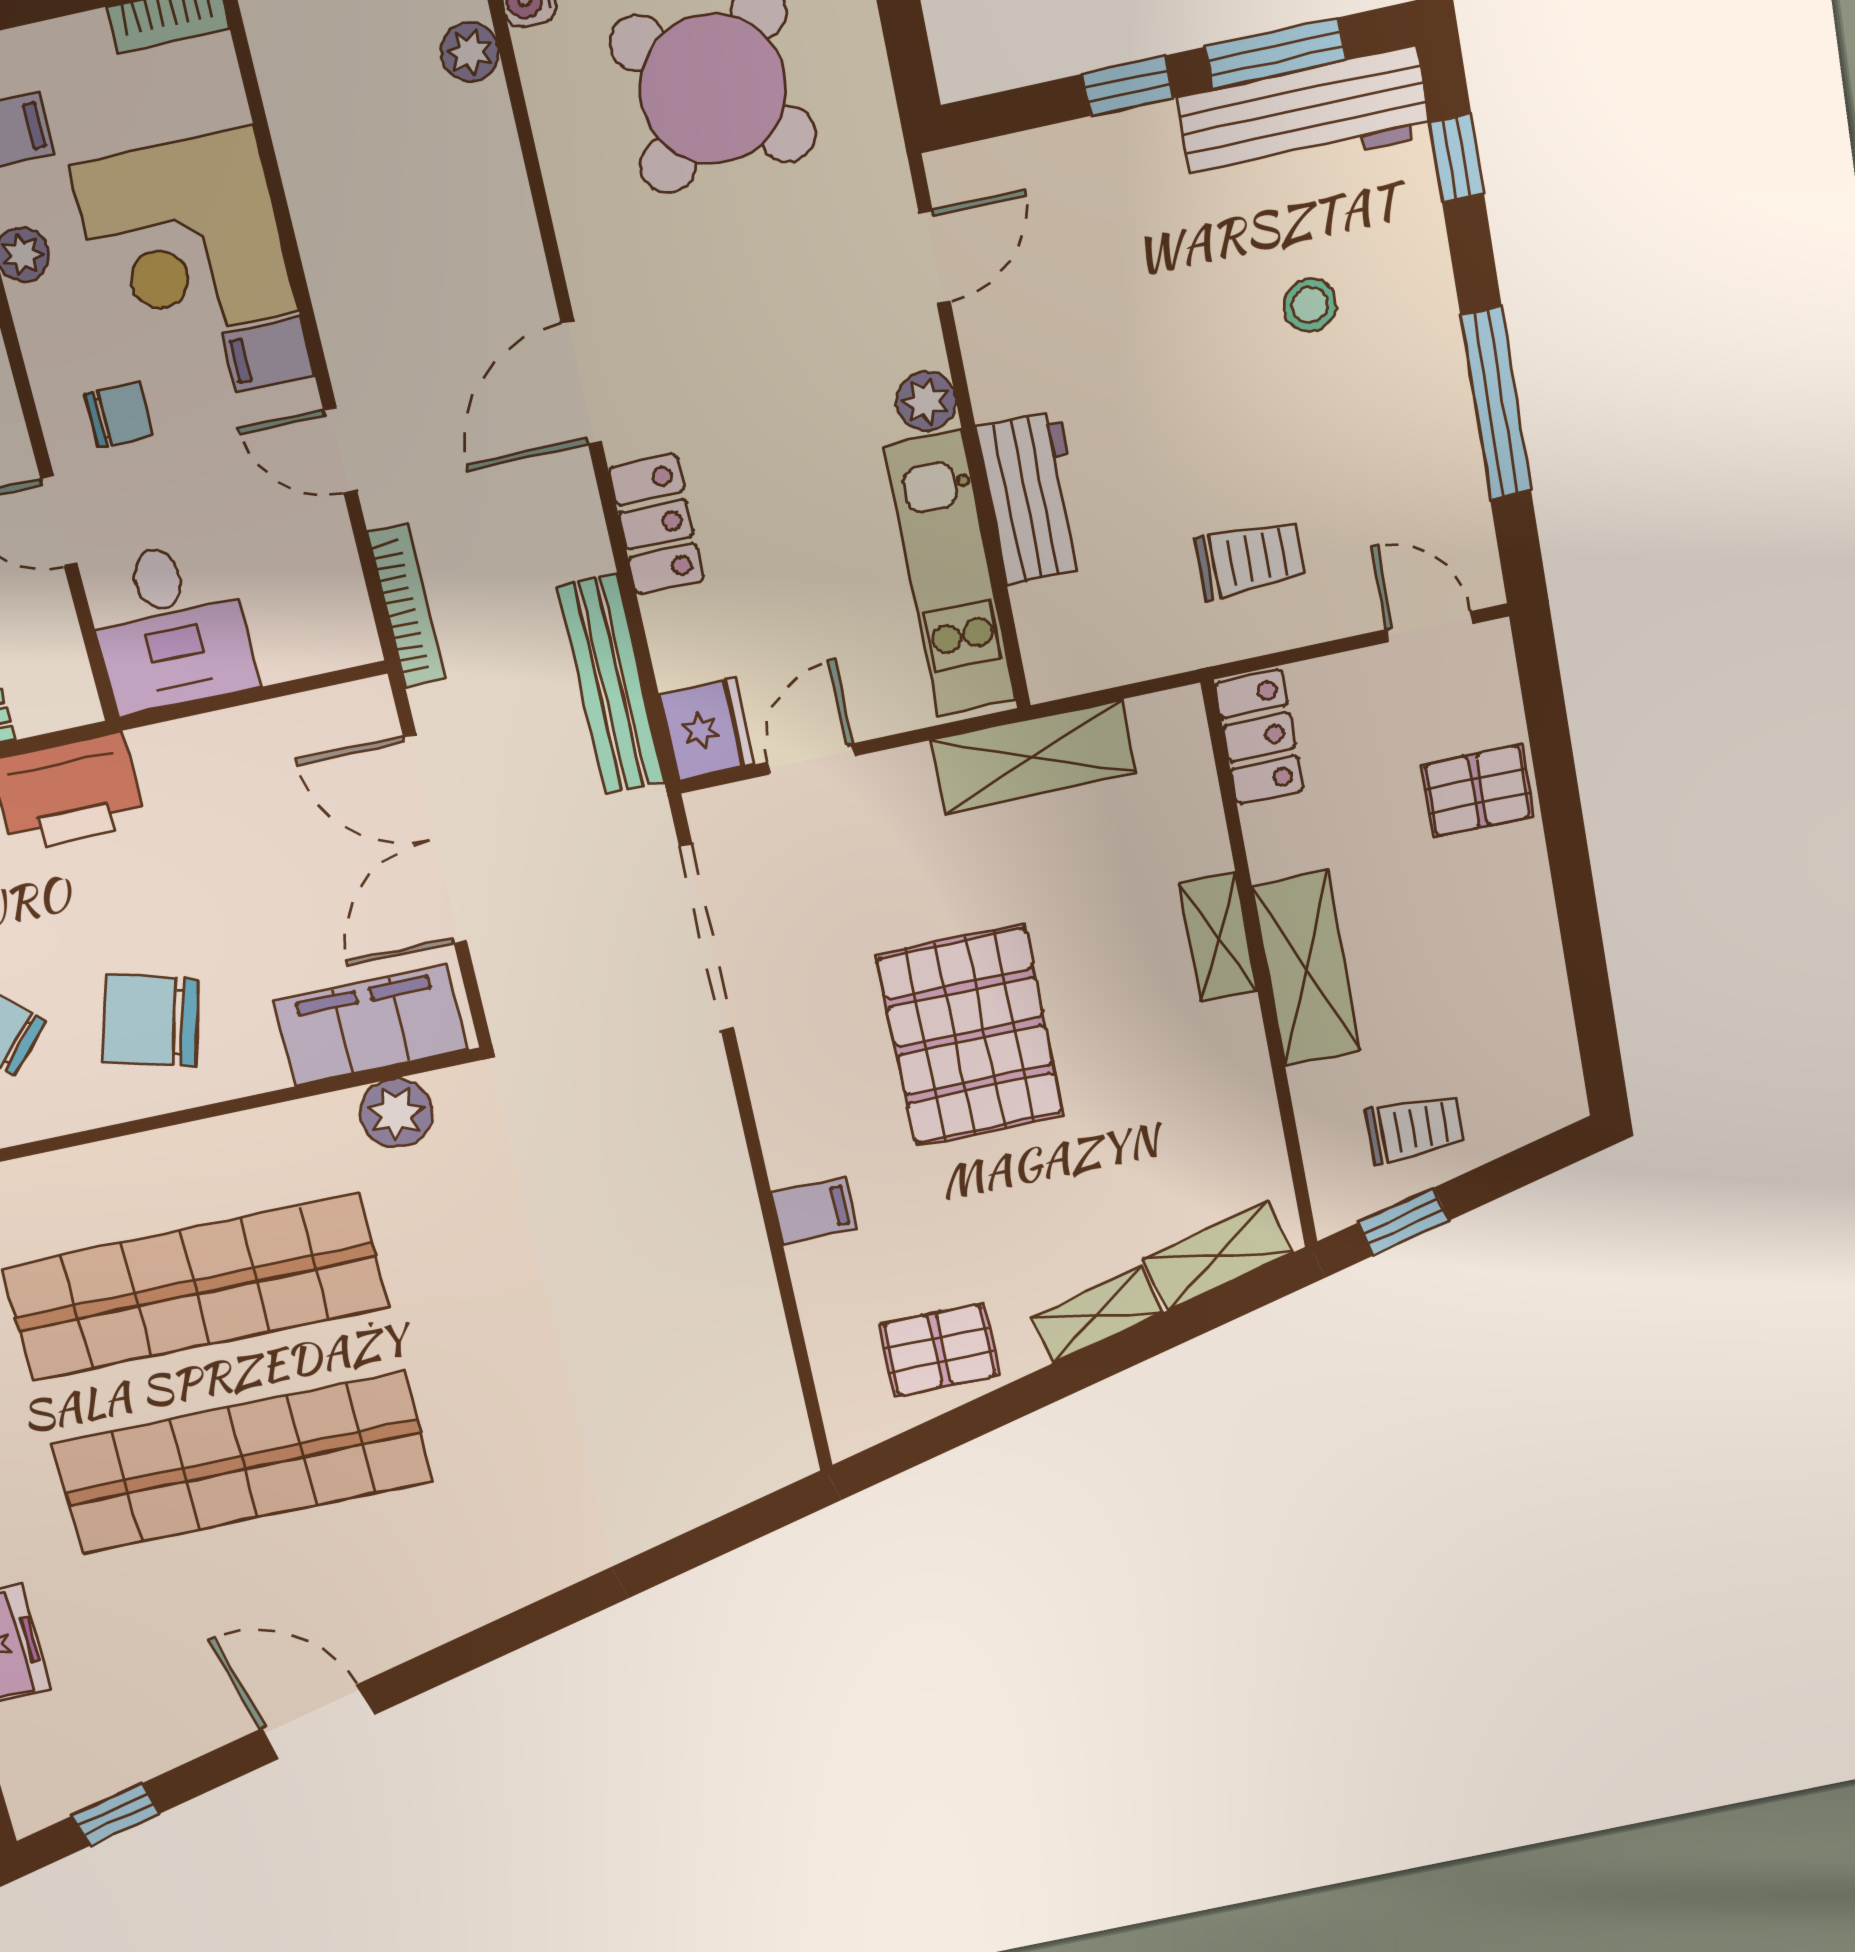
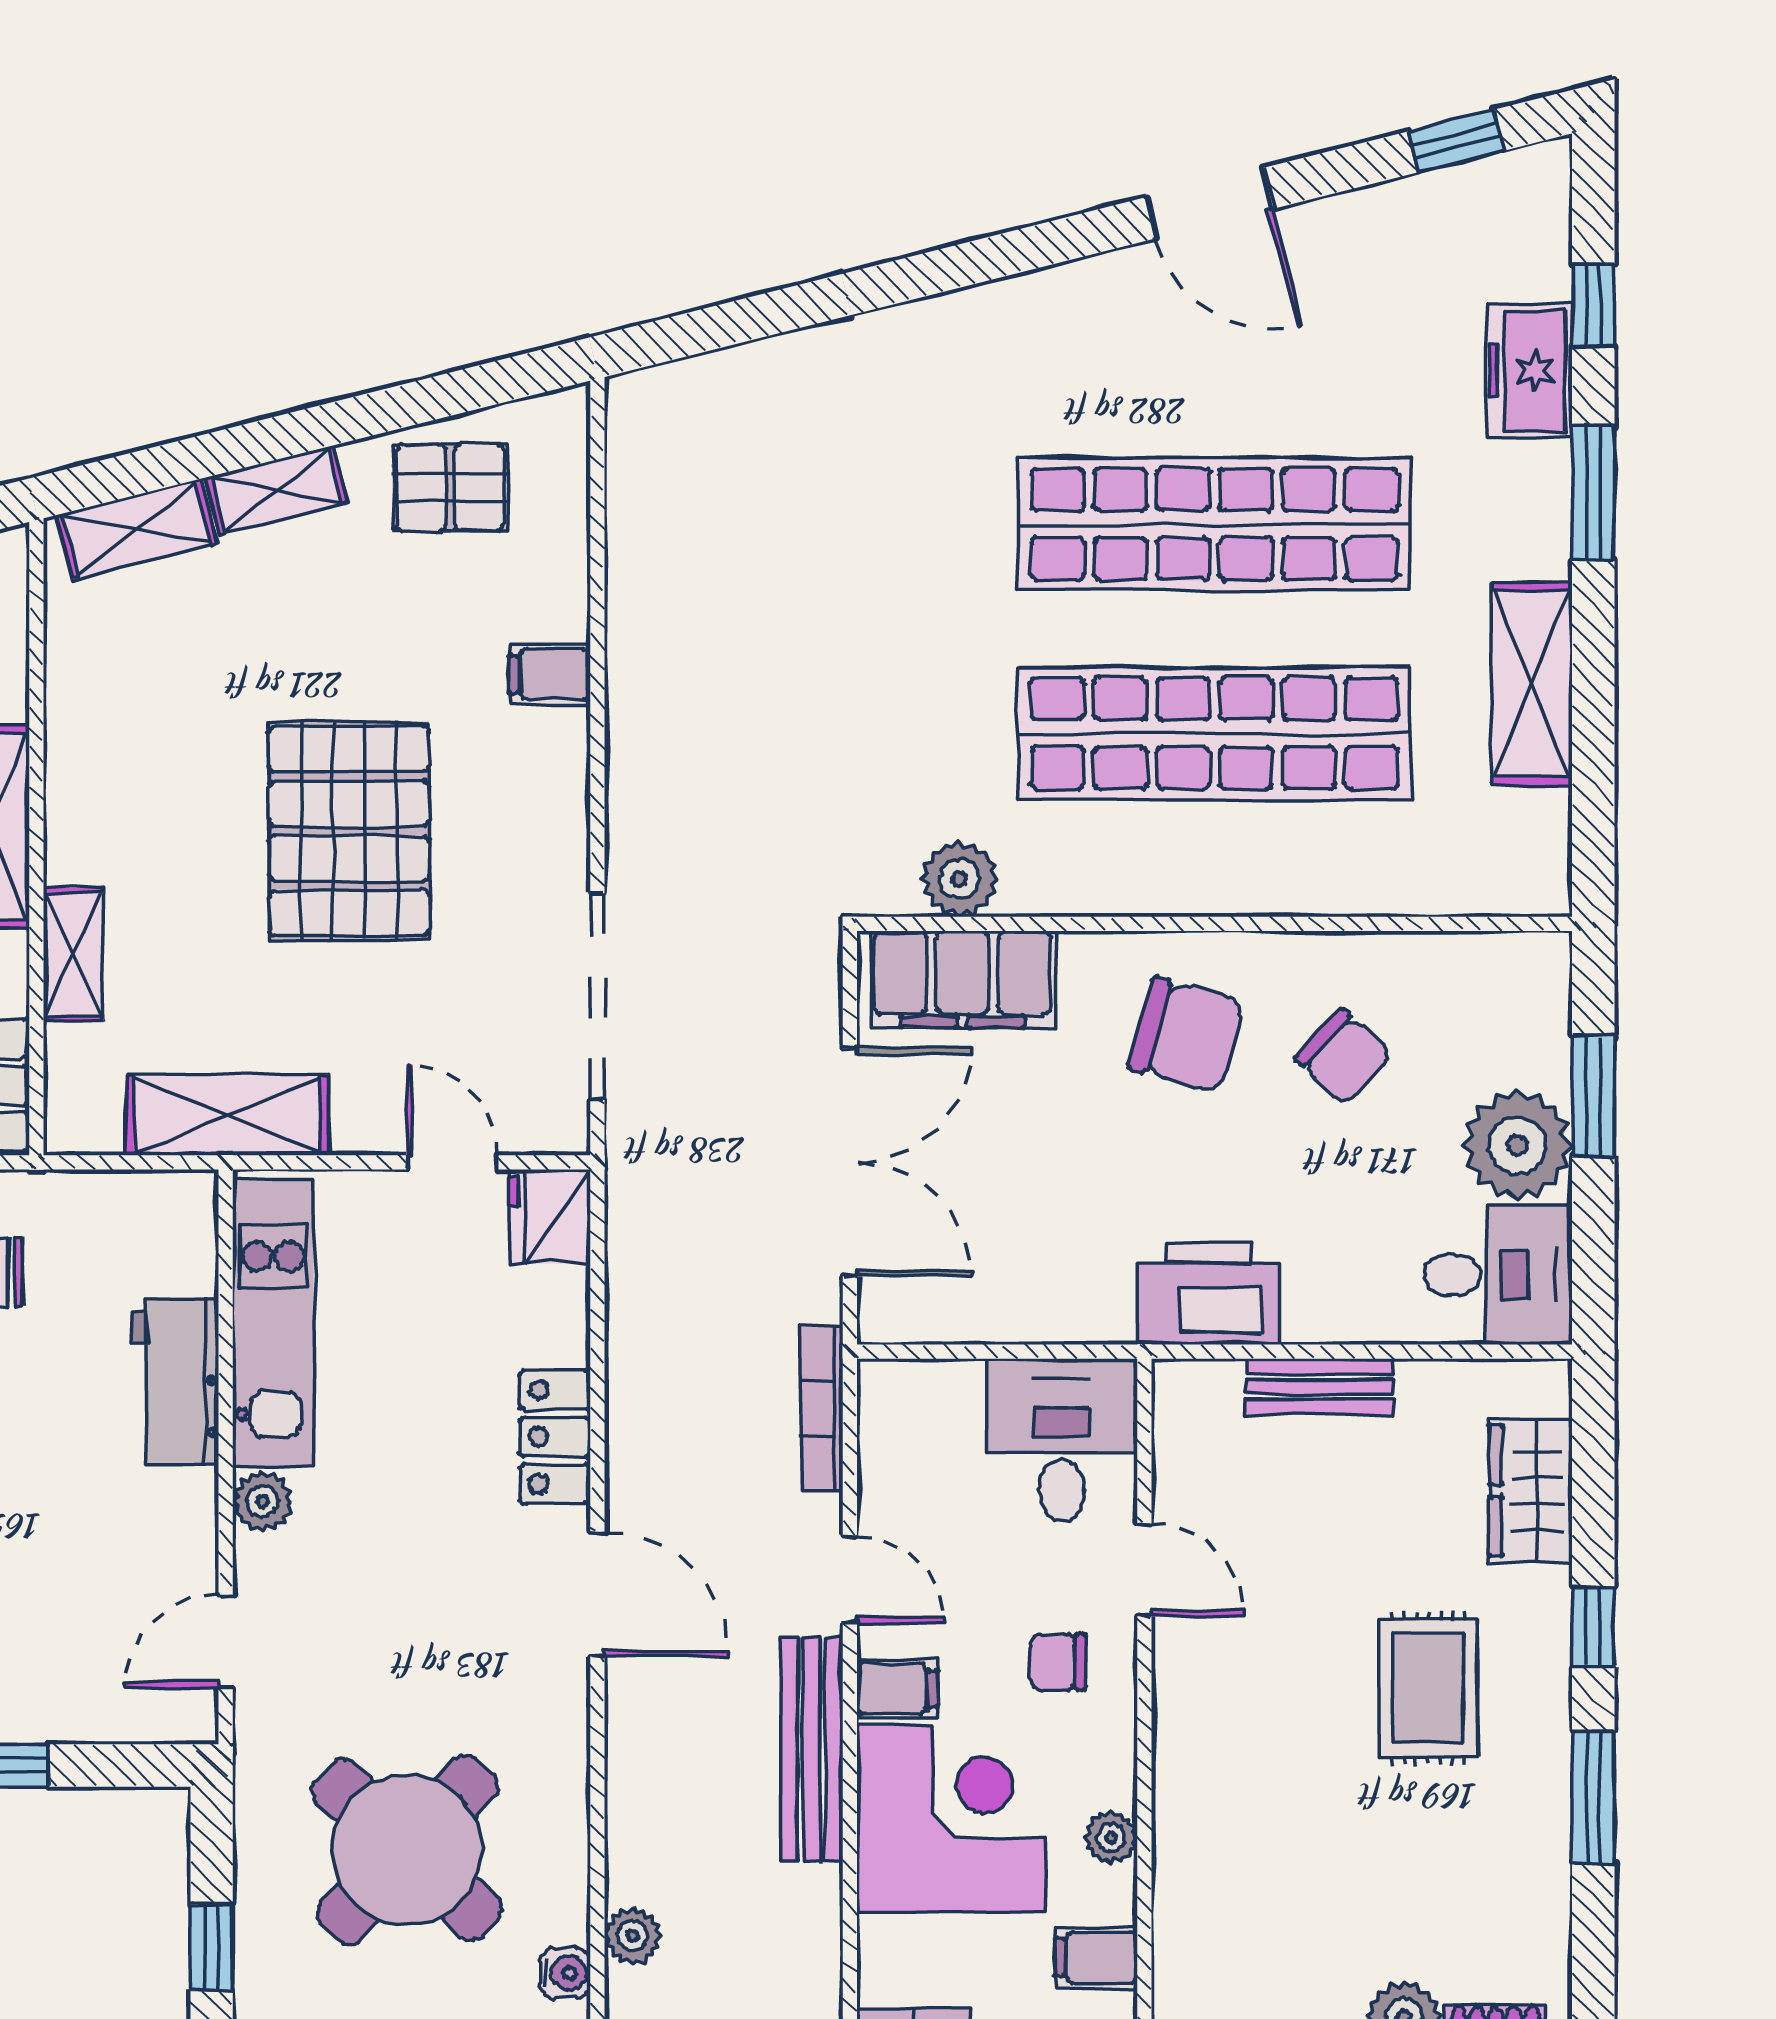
door: (581, 383) -> (597, 1594), hinge flipped
bench: (611, 685) -> (811, 1749), moved
door: (811, 759) -> (452, 1162), swing flipped
shelving: (1218, 937) -> (73, 954), moved

